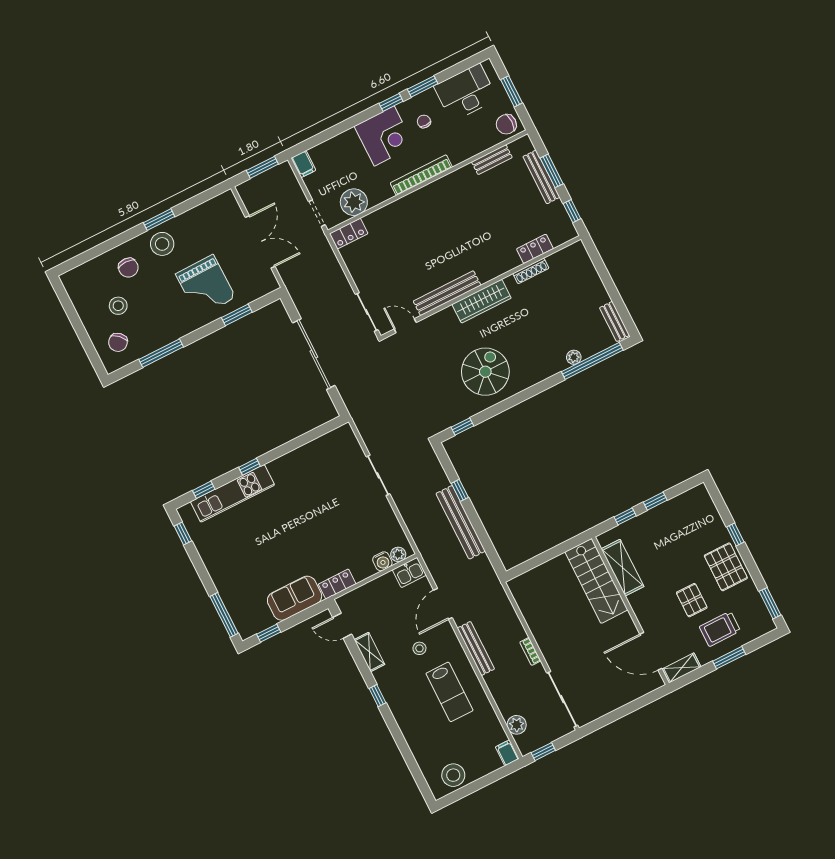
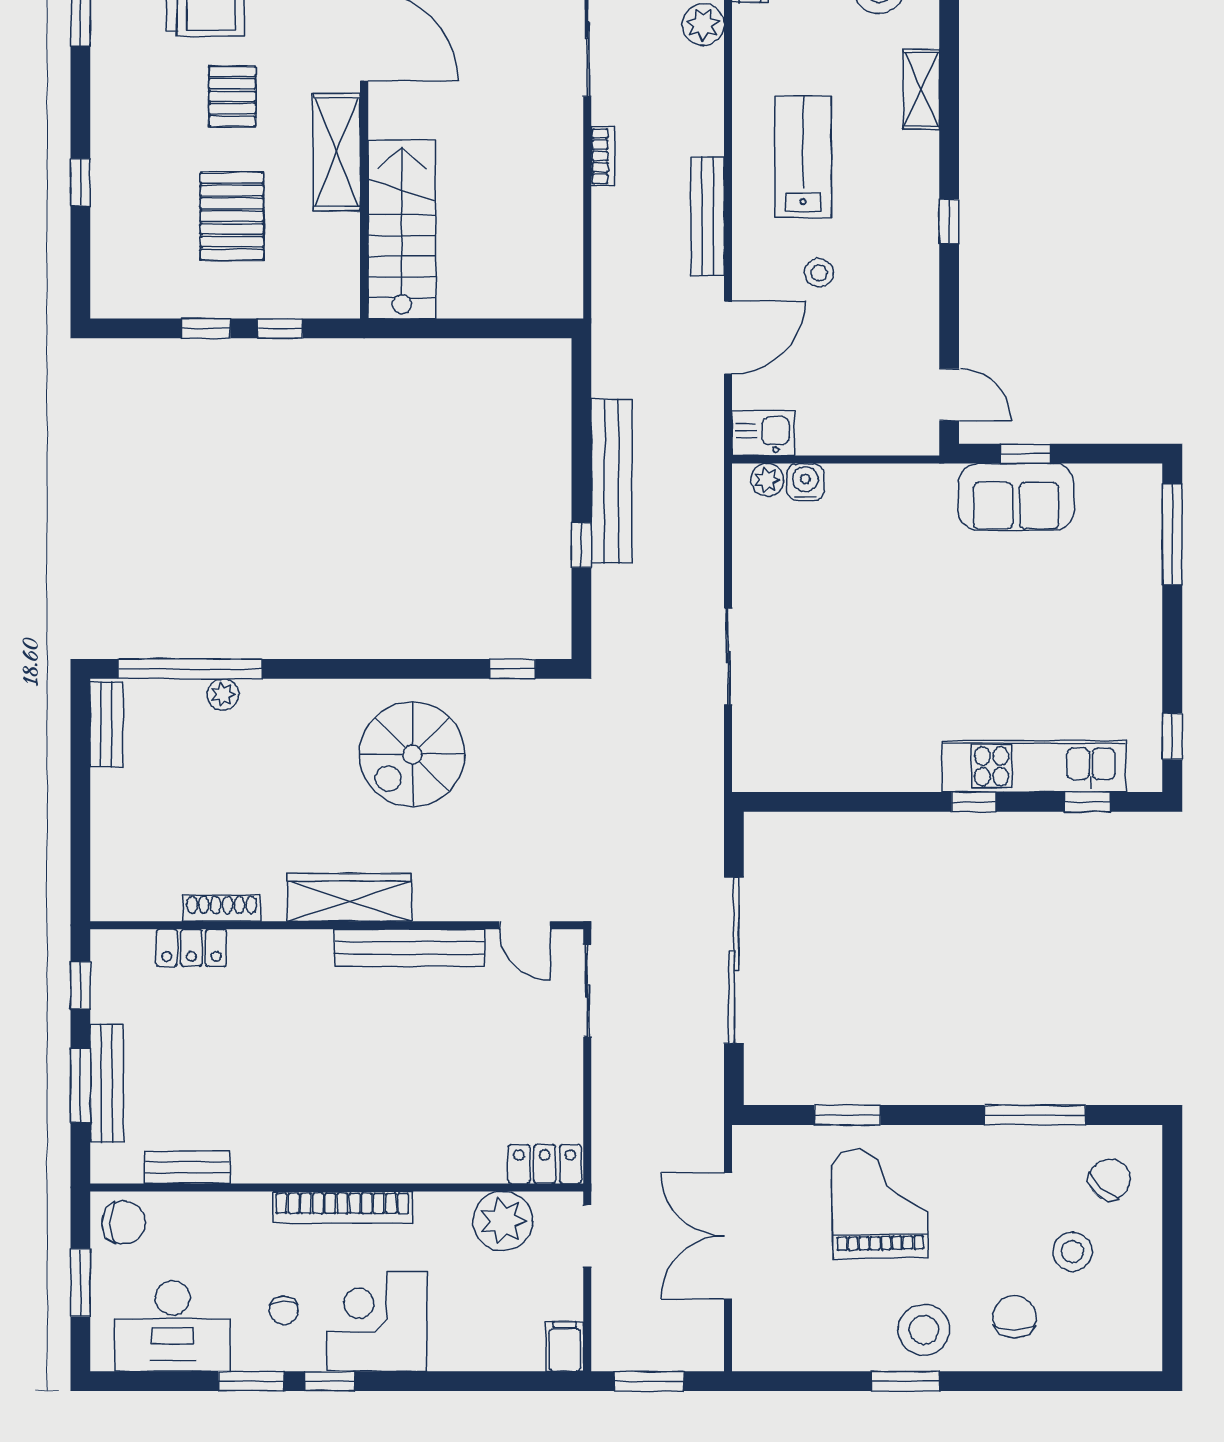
pallet: (726, 567) -> (232, 216), moved
shelving: (623, 568) -> (337, 152), moved
locker: (337, 584) -> (917, 482), removed
window: (269, 633) -> (1025, 454), moved
shelving: (370, 652) -> (921, 89), moved

